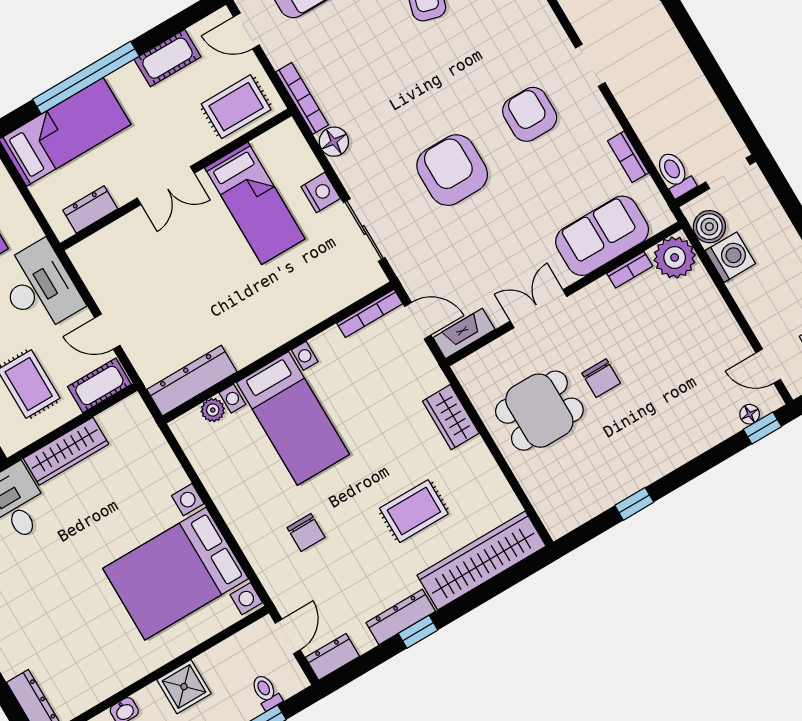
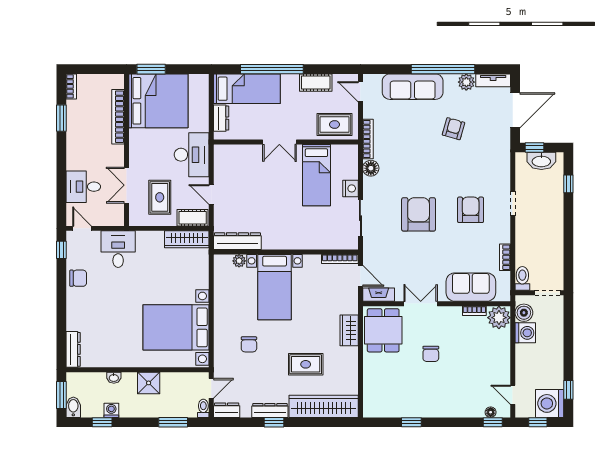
dresser: (90, 209) -> (221, 118), moved, turned 90
dining table: (539, 411) -> (383, 330), moved, turned 90
wardrobe: (66, 451) -> (187, 239), moved
toilet: (266, 692) -> (203, 408), moved

